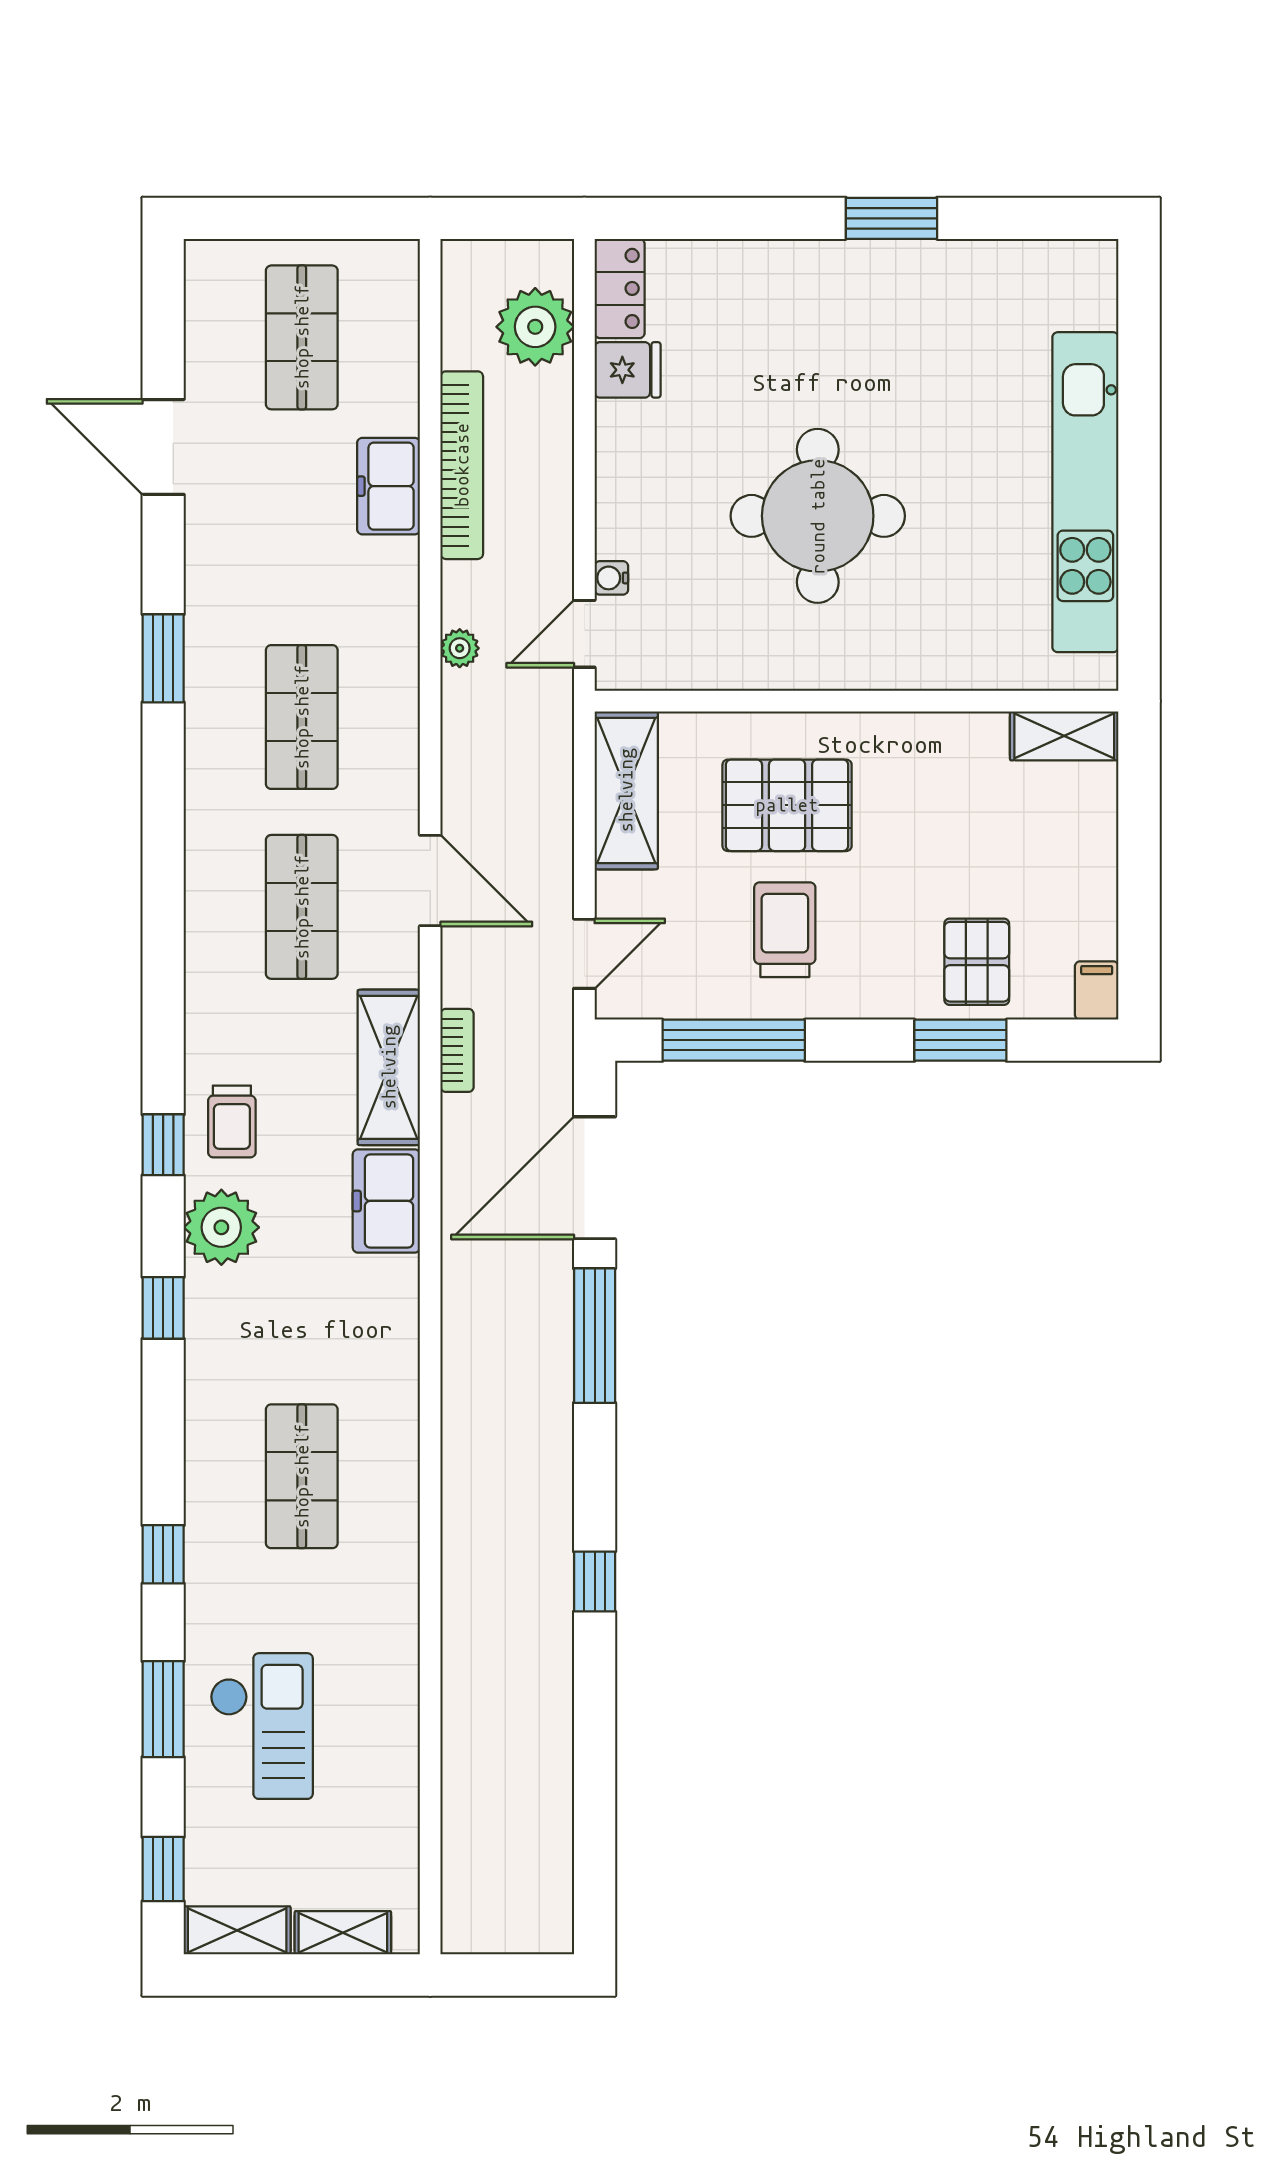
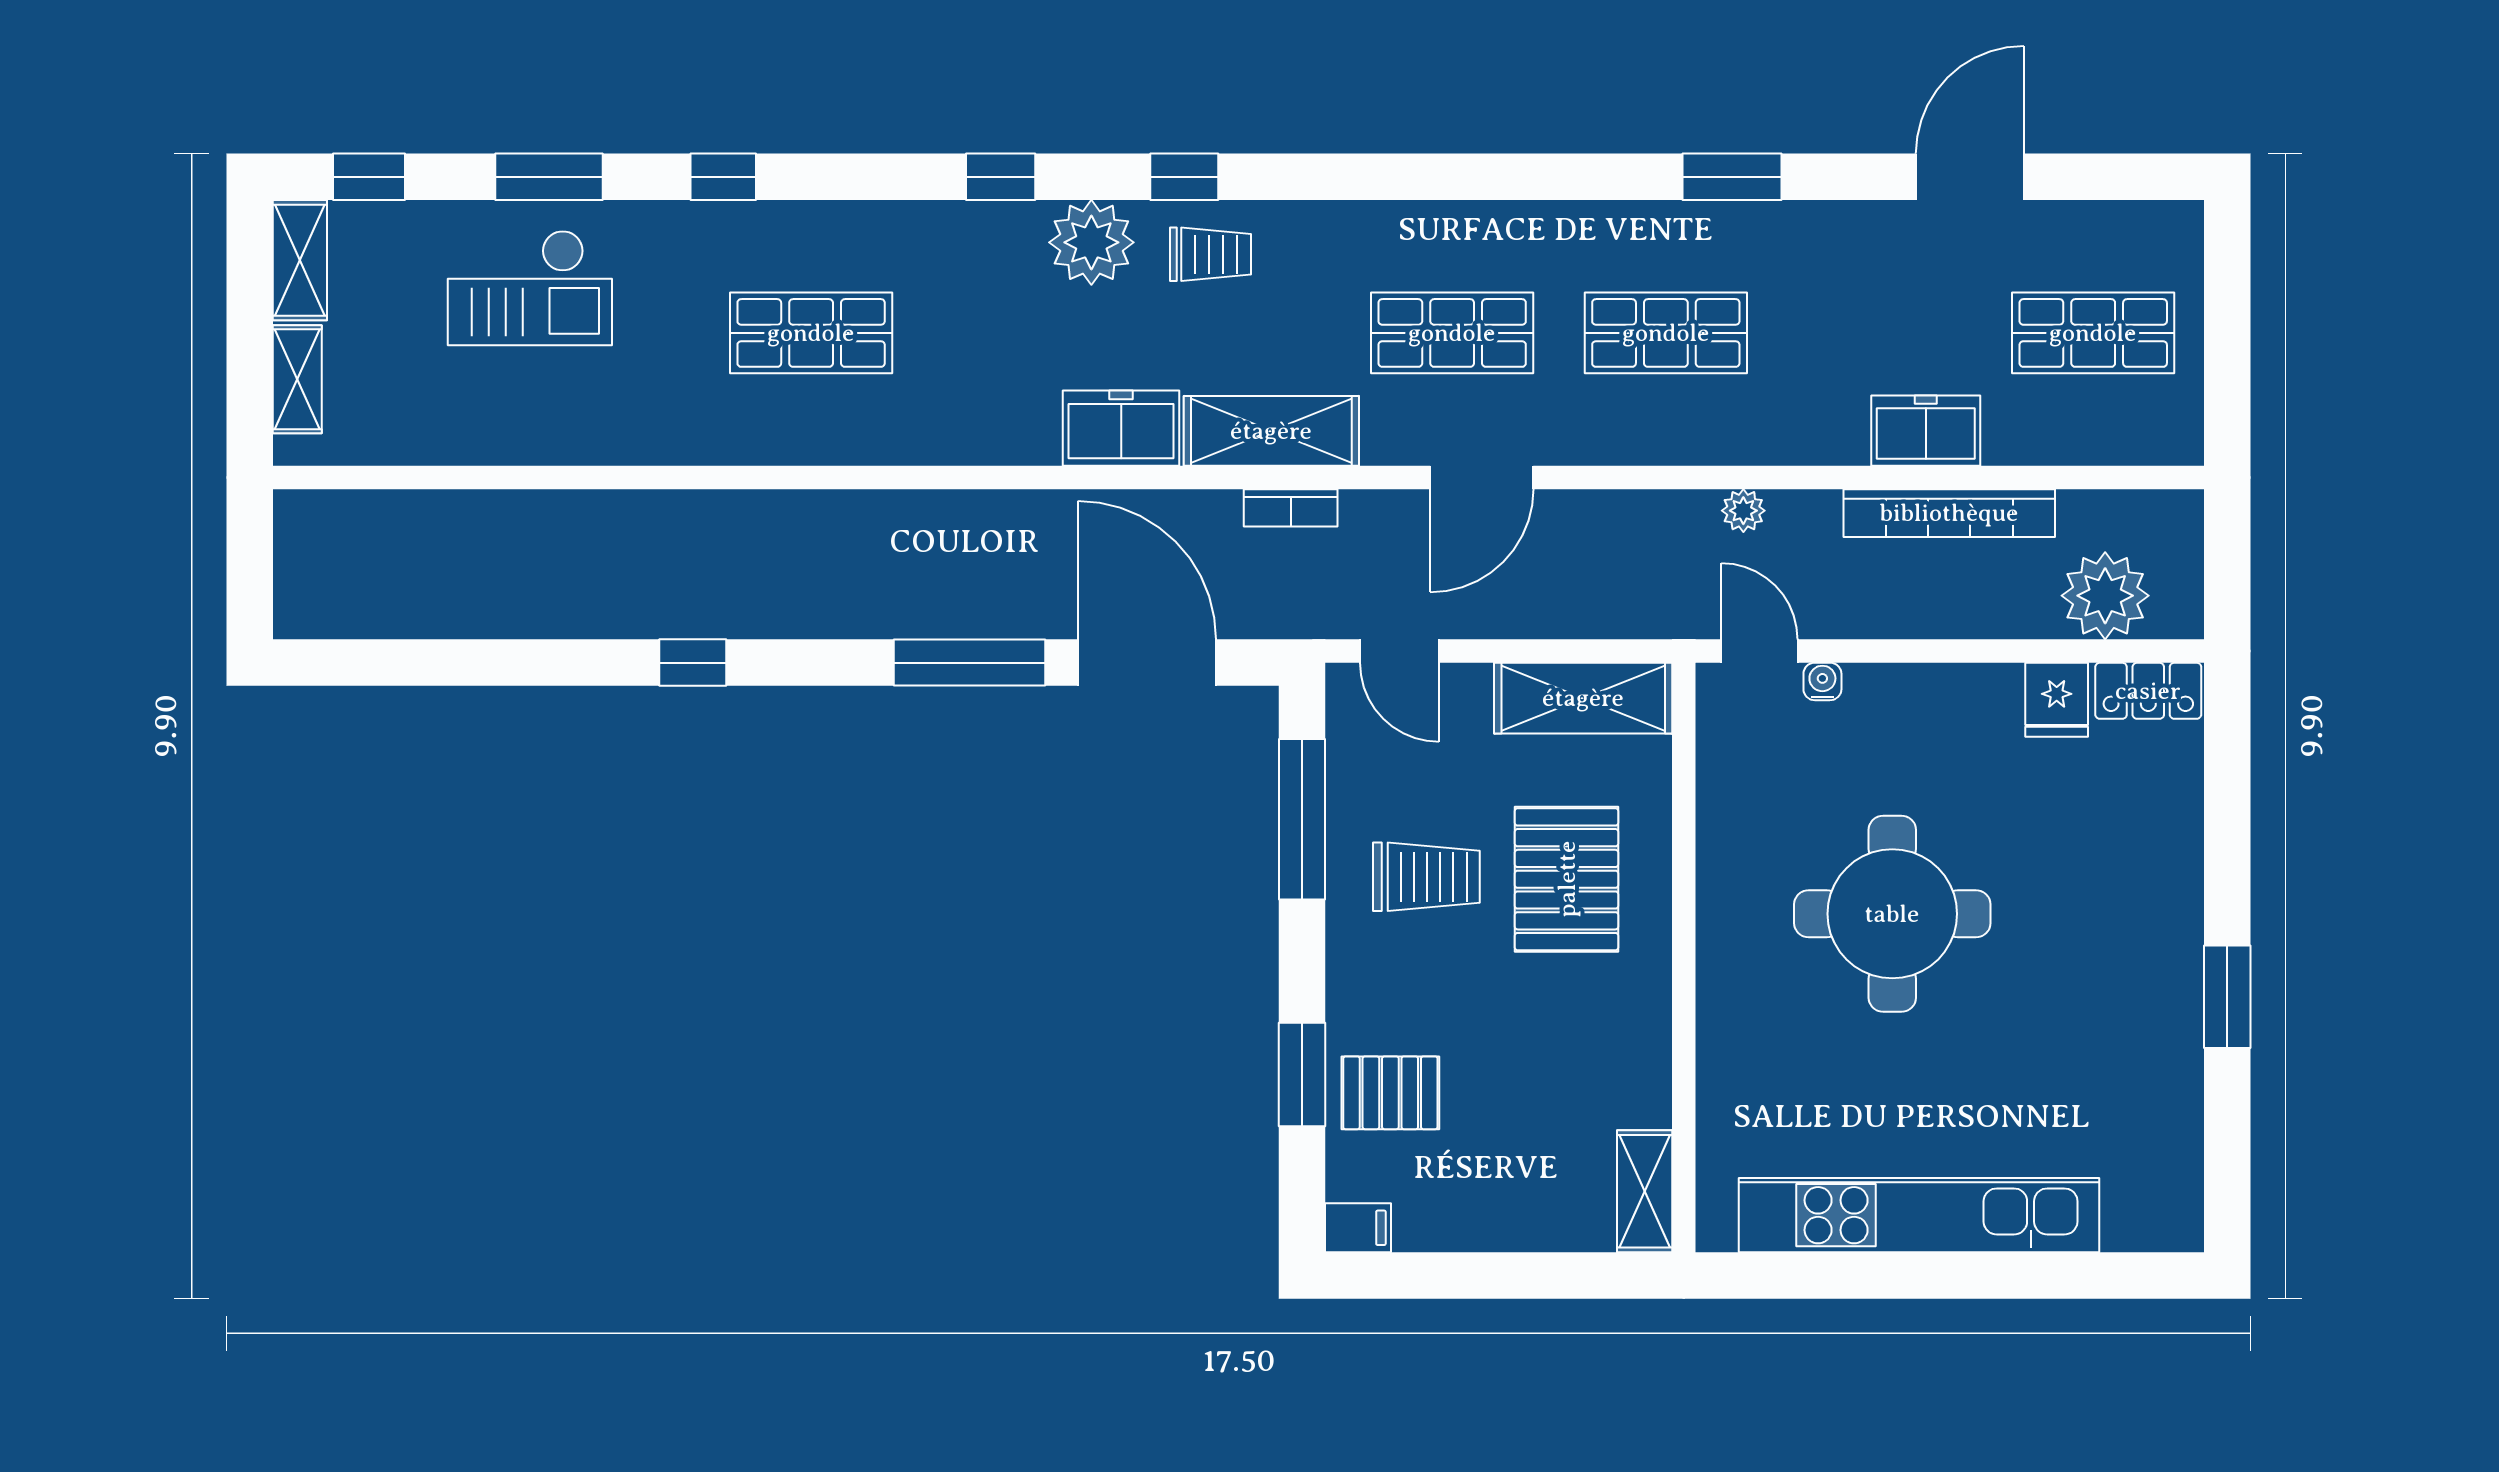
trolley: (232, 1121) -> (1211, 254), turned 180

